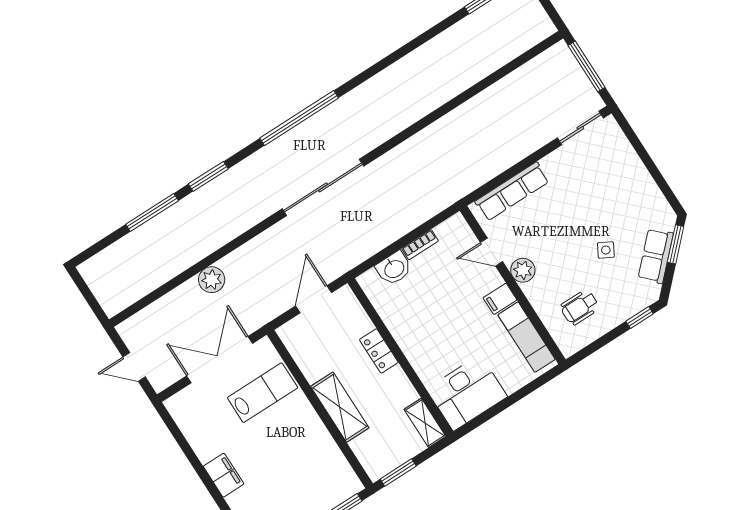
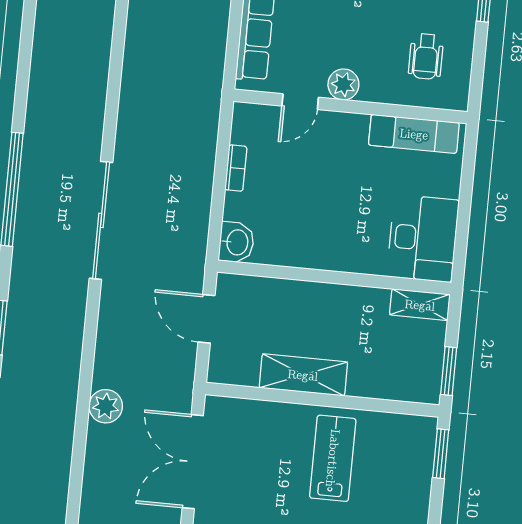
washbasin: (394, 268) -> (236, 242), moved
filing cabinet: (500, 299) -> (354, 130), removed
locker: (379, 351) -> (311, 294), removed
lab bench: (263, 393) -> (333, 458), moved
shelving: (340, 407) -> (303, 375), moved

